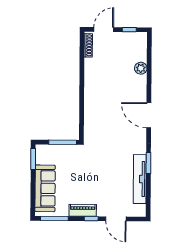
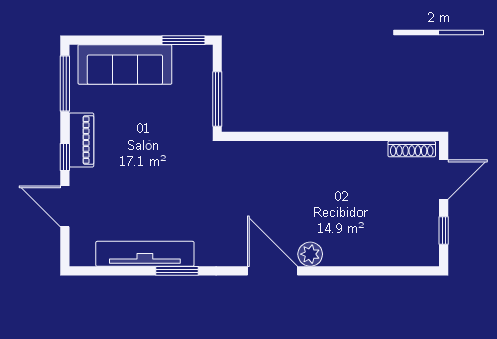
door: (104, 29) -> (444, 180), hinge flipped
plant: (141, 68) -> (310, 254), moved
door: (149, 115) -> (273, 271), hinge flipped
door: (116, 219) -> (65, 206), hinge flipped

